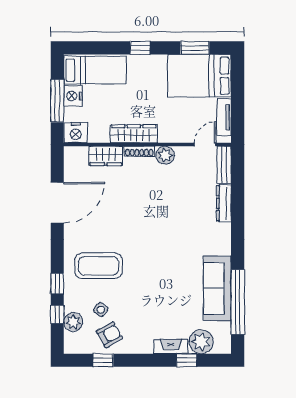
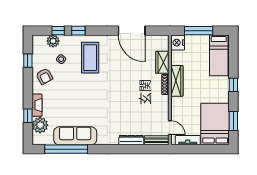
nightstand: (73, 96) -> (202, 41), removed
plant: (165, 155) -> (163, 101), removed
armchair: (109, 335) -> (44, 76), moved

